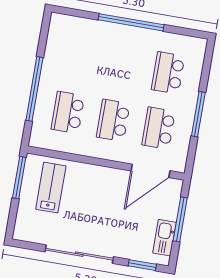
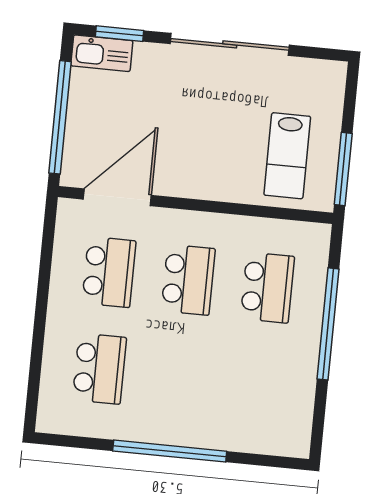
window: (198, 114) -> (42, 301), removed
window: (180, 219) -> (60, 117), width x1.46
kitchen sink: (164, 238) -> (102, 53), moved, turned 90

